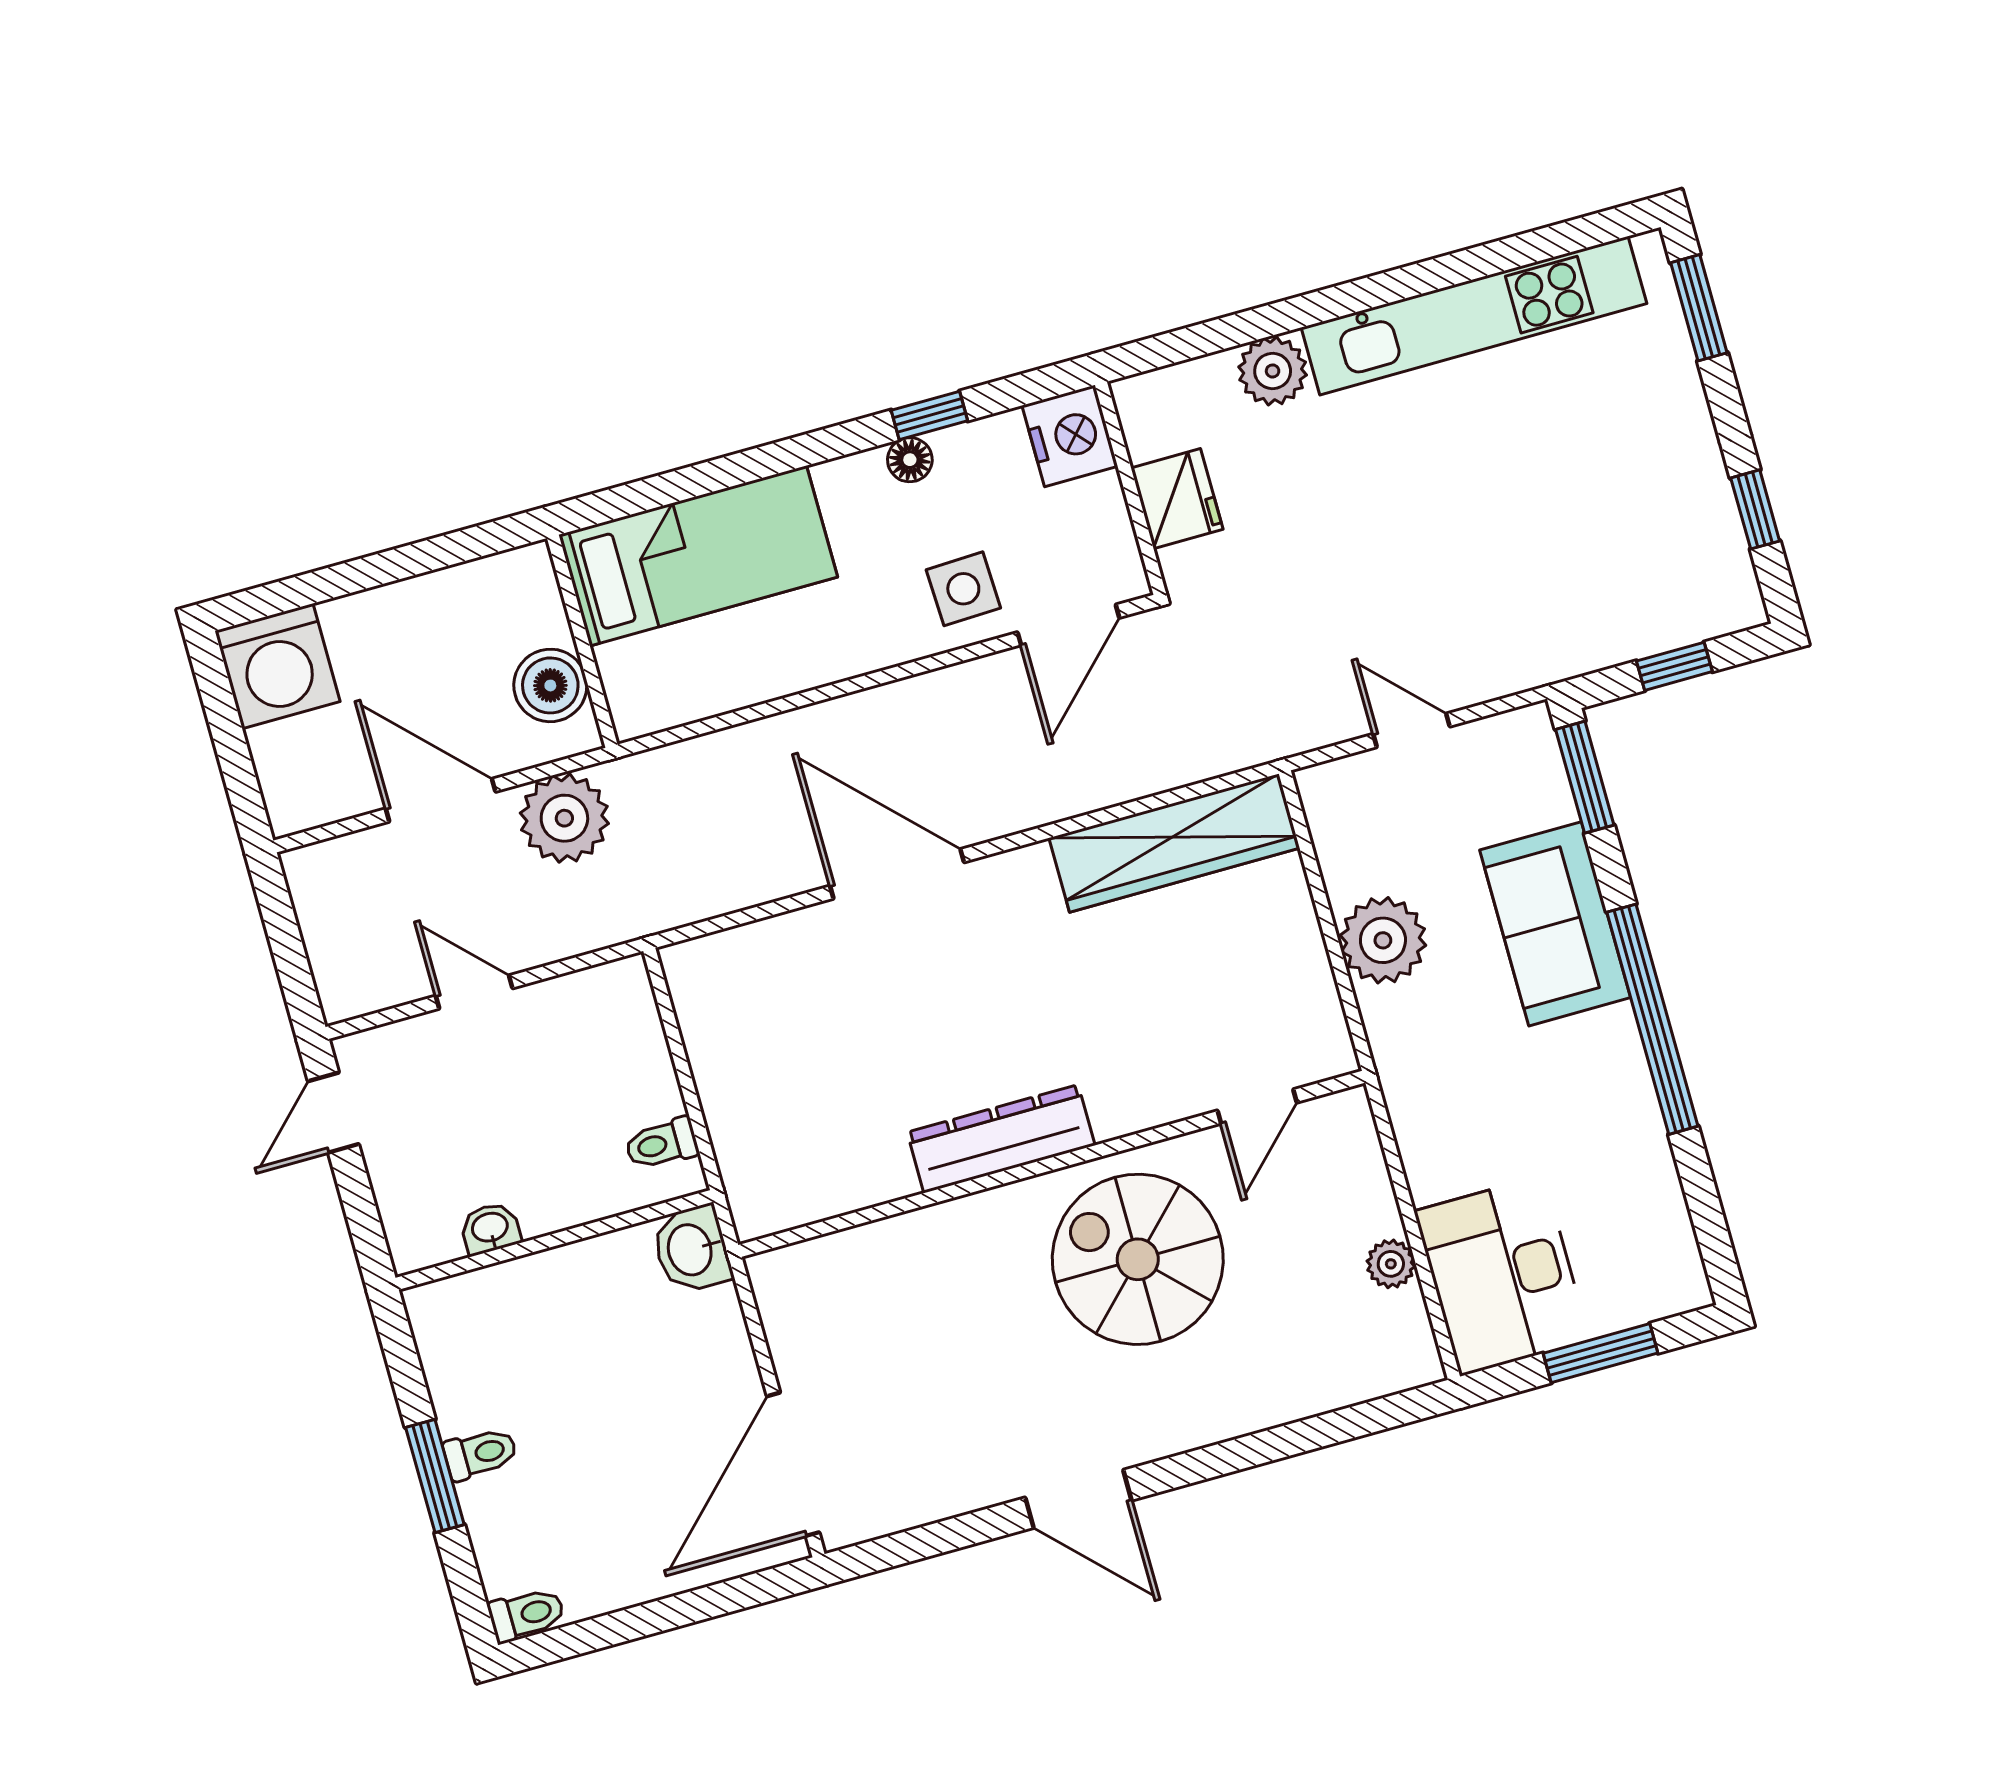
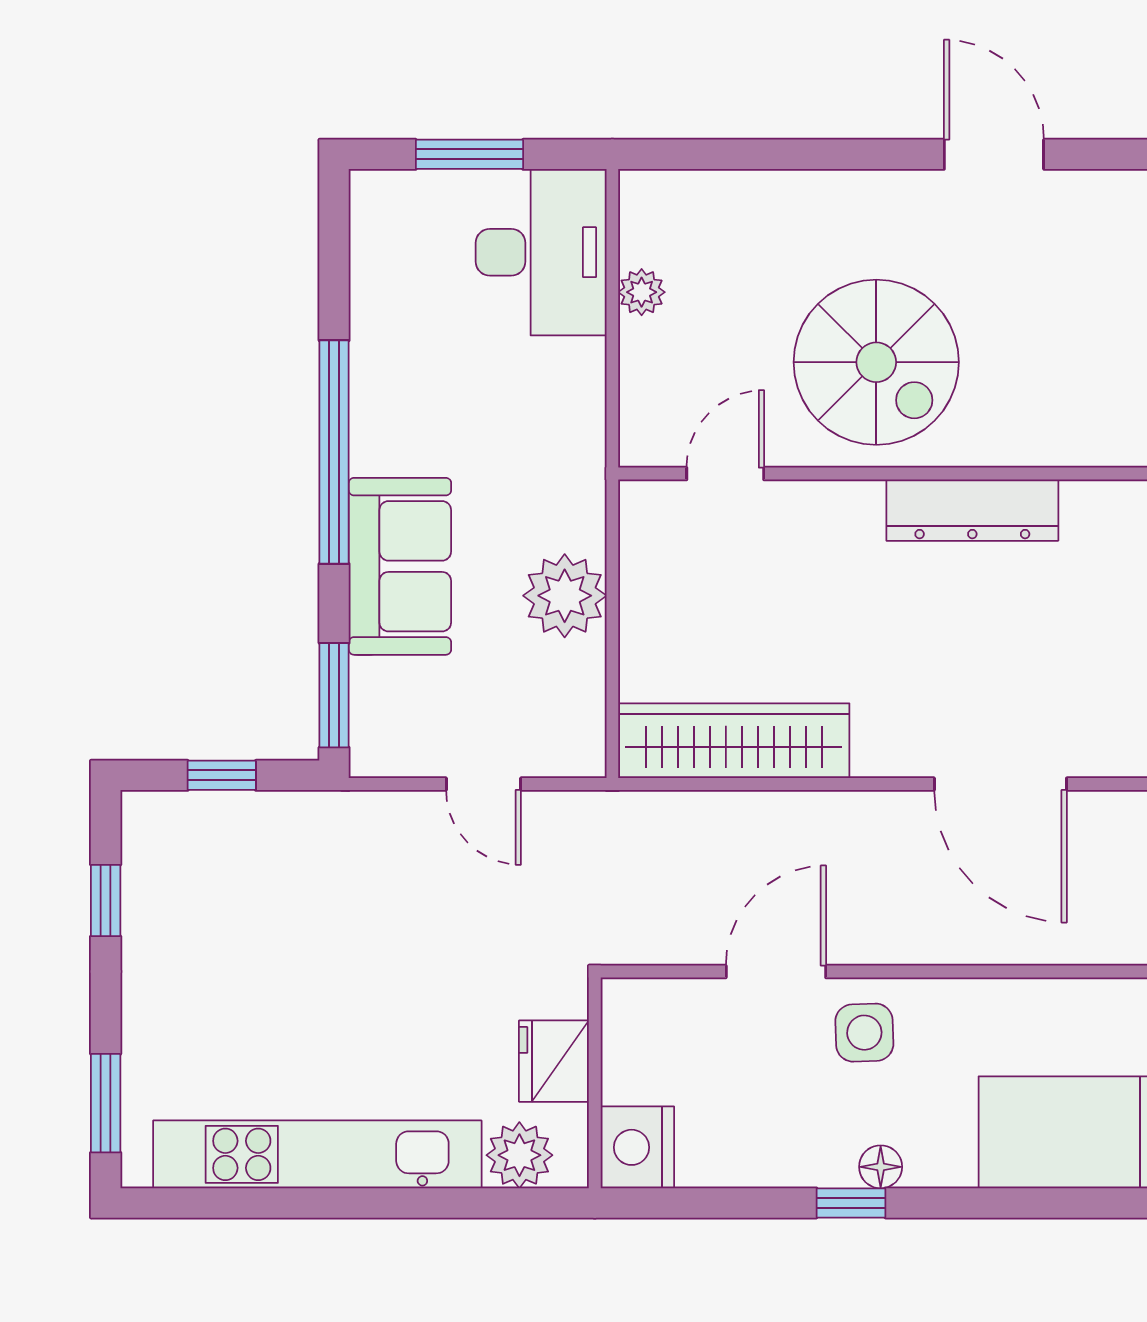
nightstand: (1070, 436) -> (637, 1147), moved
wall: (1130, 488) -> (595, 1083), moved
fridge: (1177, 499) -> (554, 1061), moved

